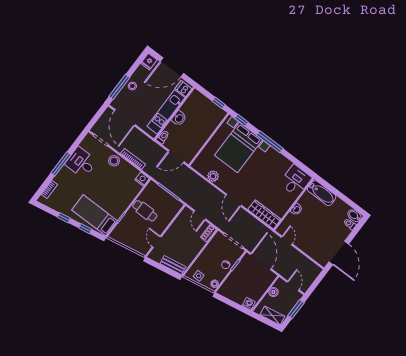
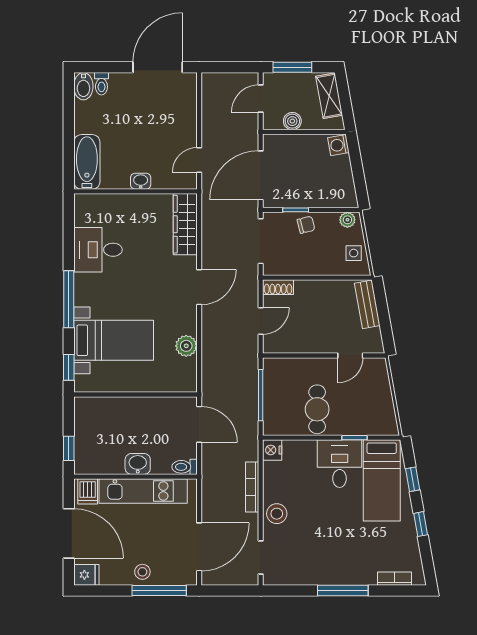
window: (219, 103) -> (69, 448), moved
bed with nightstands: (238, 148) -> (114, 340), width x0.73
desk: (81, 163) -> (340, 464), moved, turned 180
desk: (296, 181) -> (98, 250), moved

